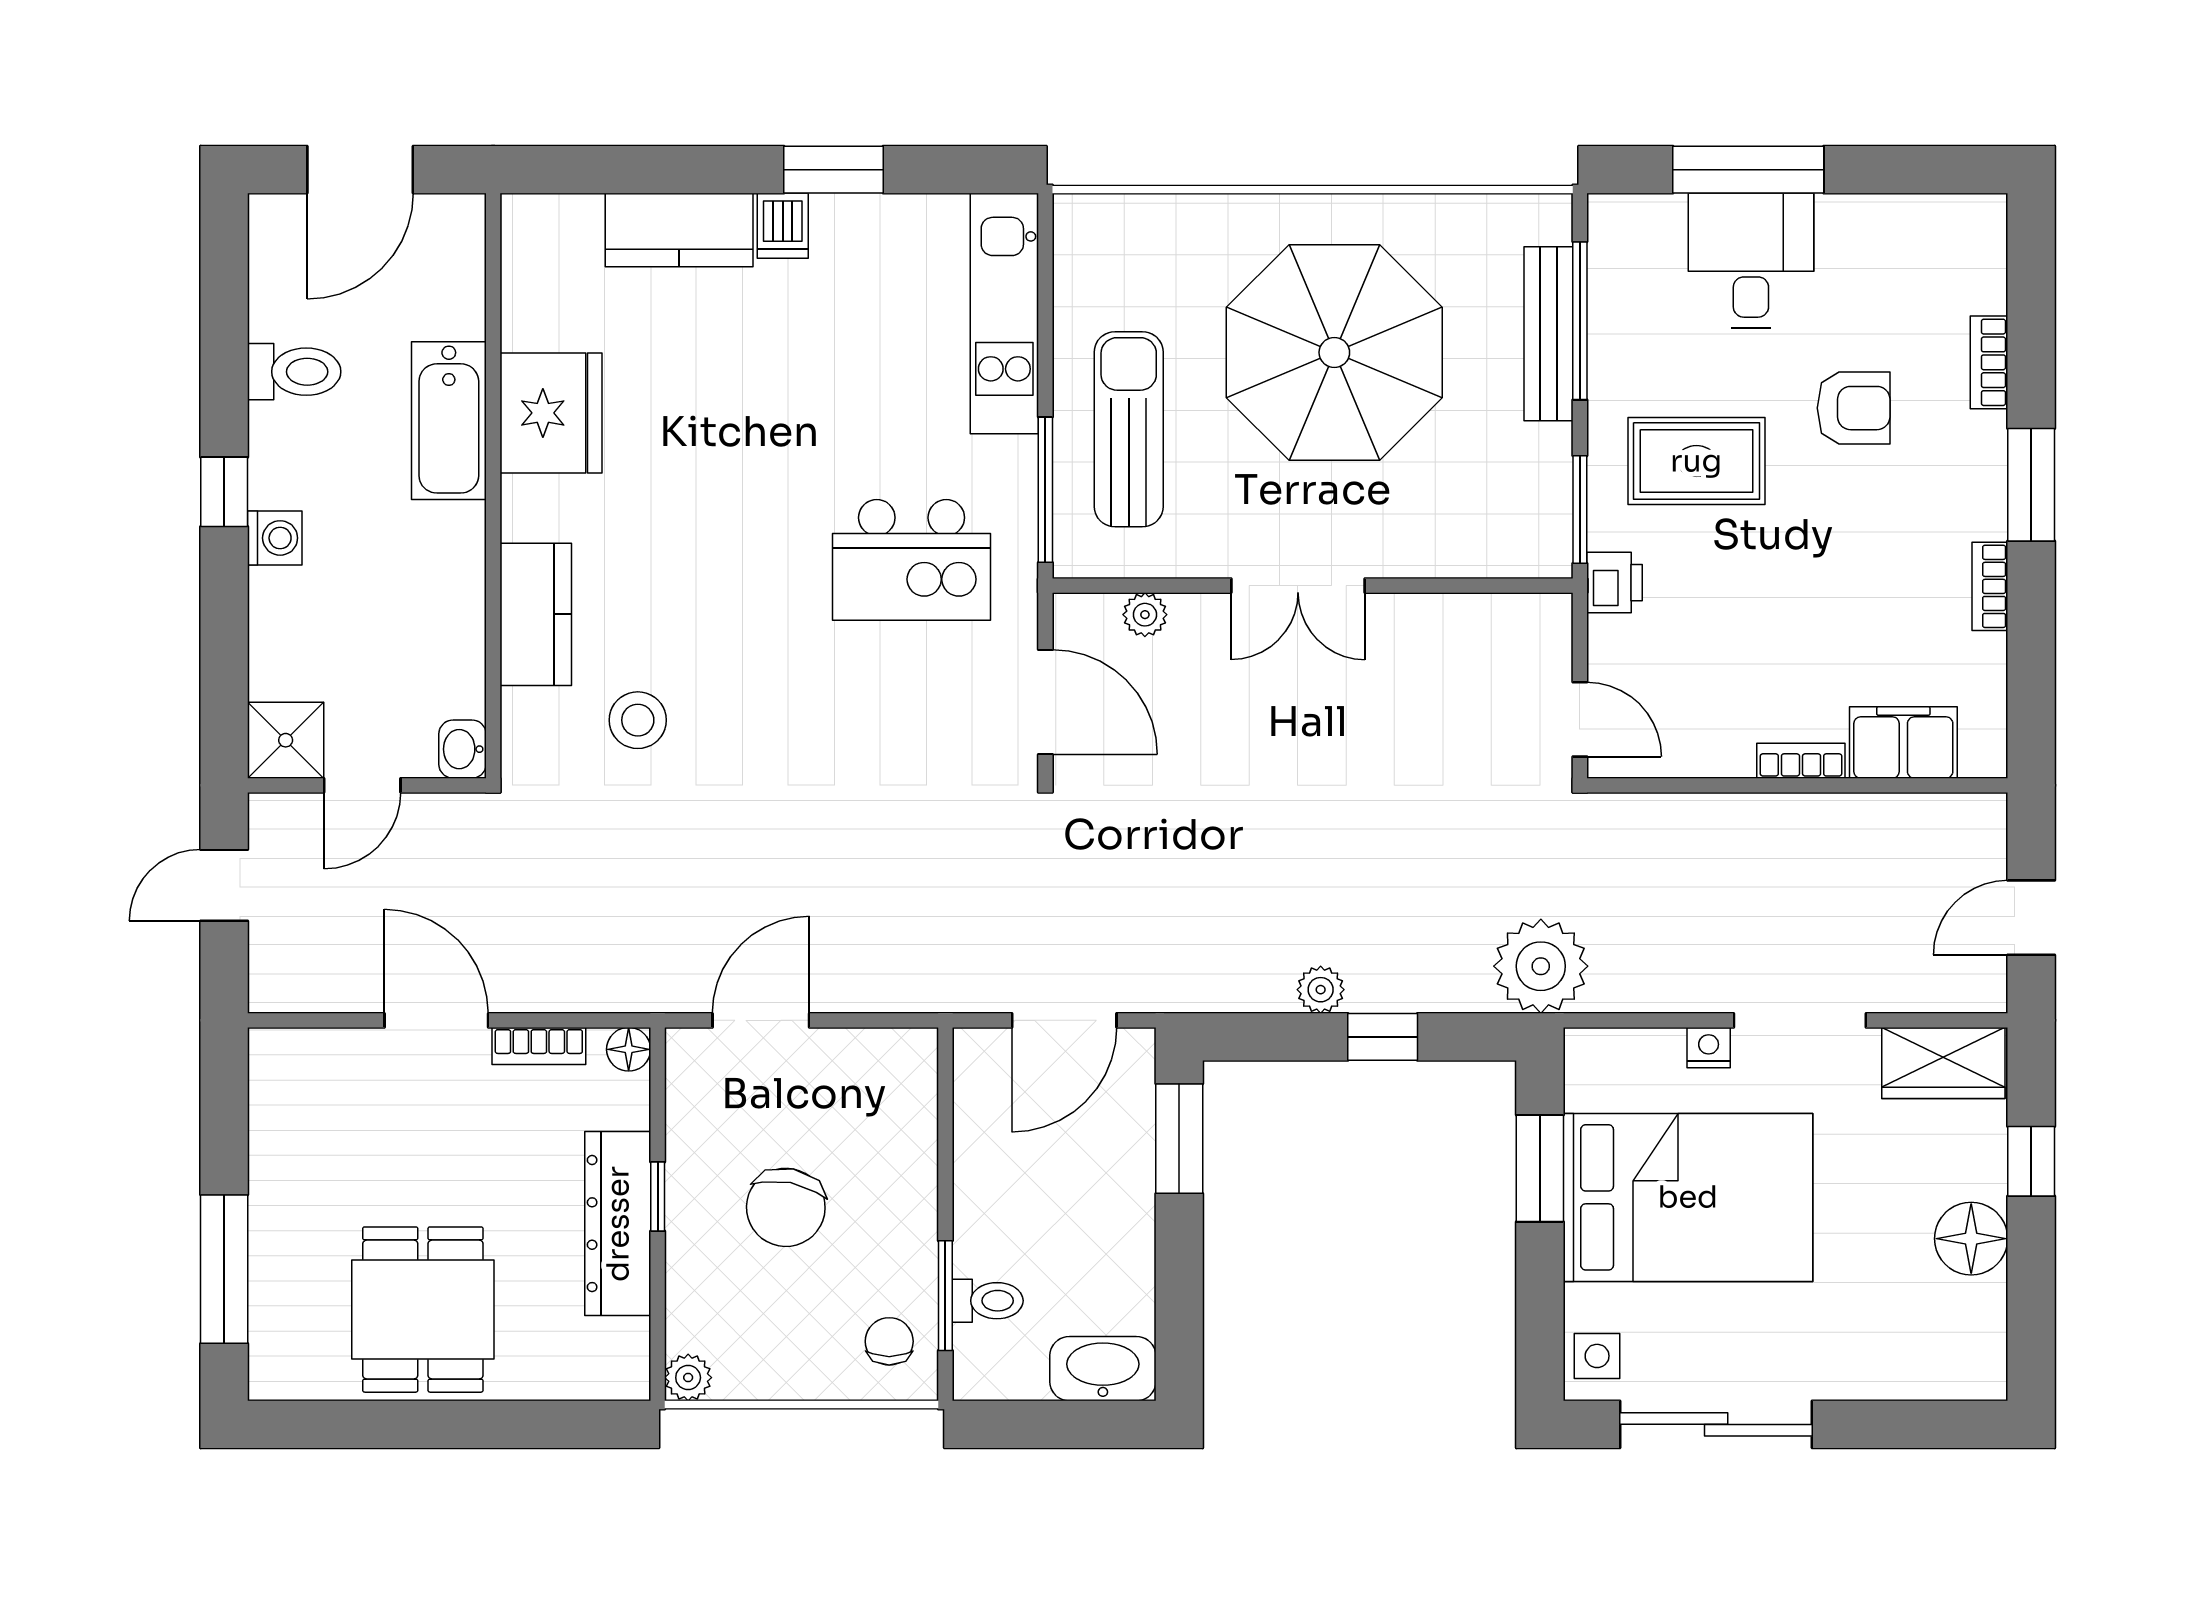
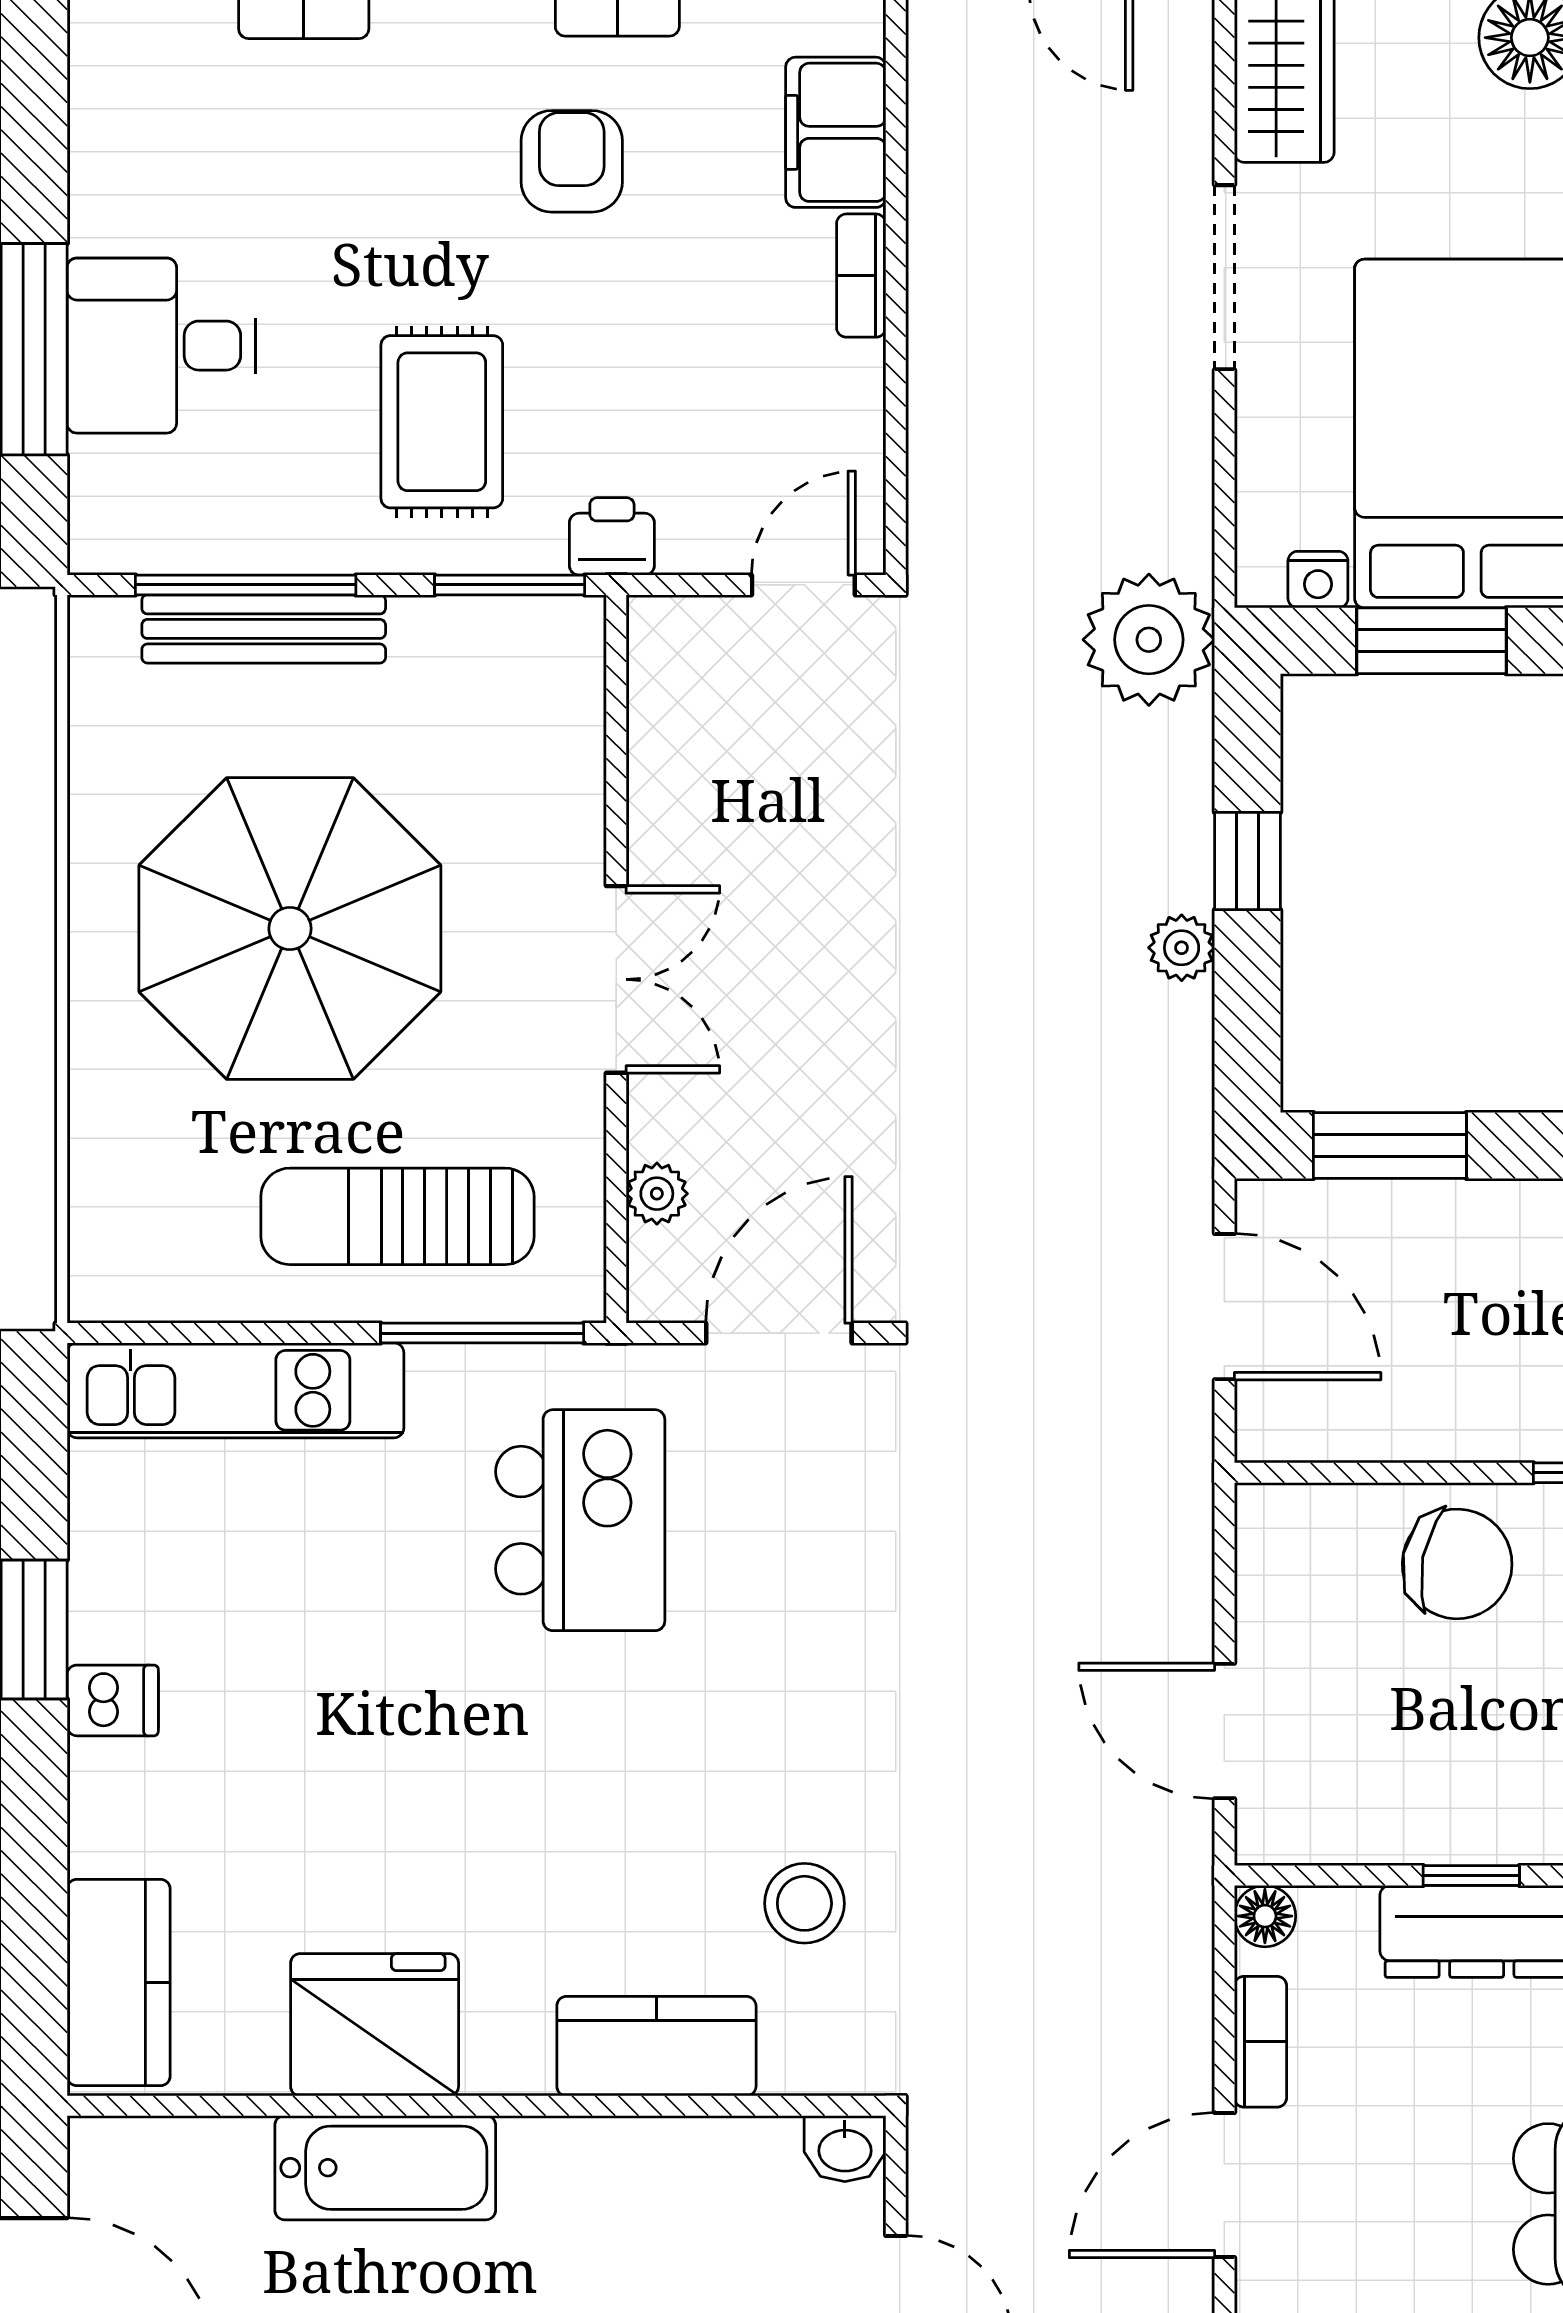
kitchen counter: (679, 230) -> (119, 1983), moved
armchair: (1854, 408) -> (572, 161), moved
nightstand: (1709, 1048) -> (1318, 580), moved, turned -90
chair: (786, 1207) -> (1457, 1564), moved

